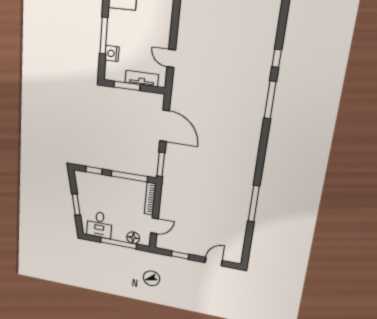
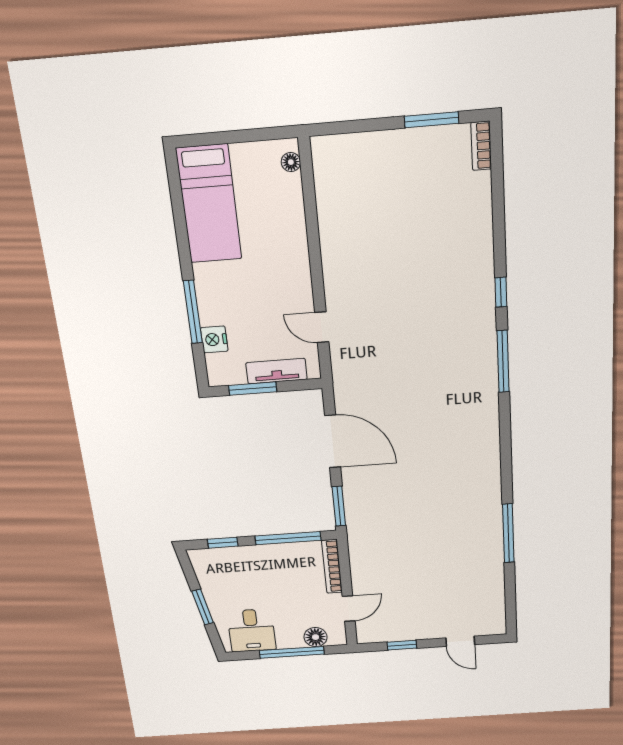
door: (214, 262) -> (460, 641), swing flipped

